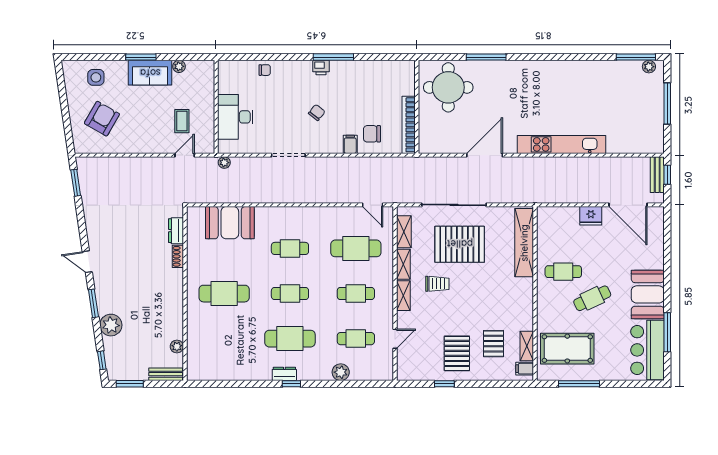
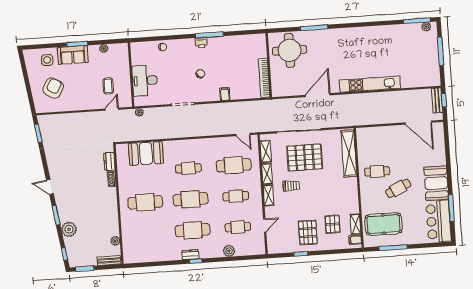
sofa: (150, 73) -> (73, 55), moved
chair: (372, 134) -> (239, 86), removed
fridge: (591, 216) -> (393, 132), removed
cafe table: (290, 294) -> (191, 199), width x1.37, depth x1.35

